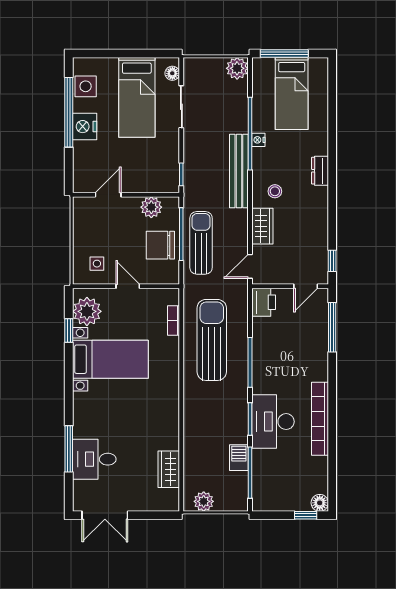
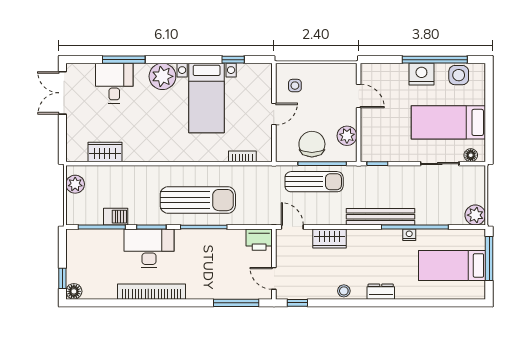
stool: (275, 191) -> (344, 291), moved
plant: (87, 311) -> (162, 76), moved
sun lounger: (212, 340) -> (198, 200), moved

